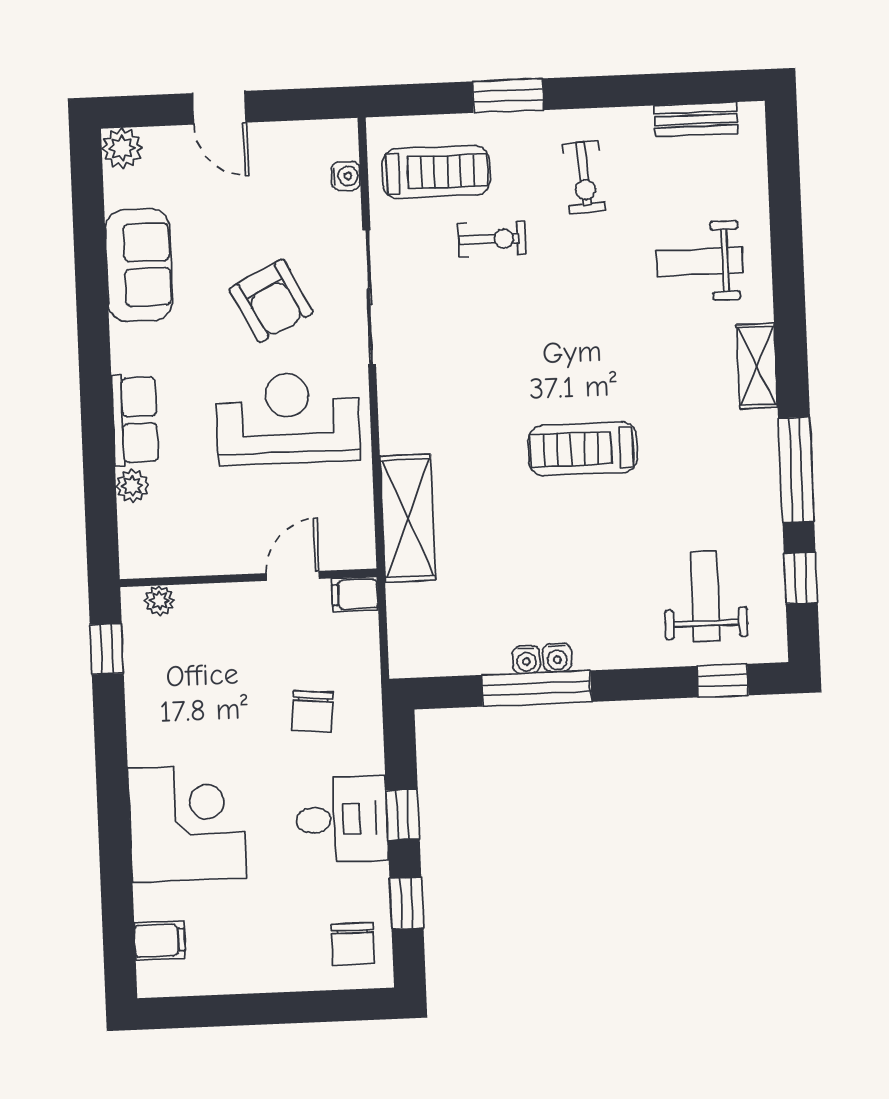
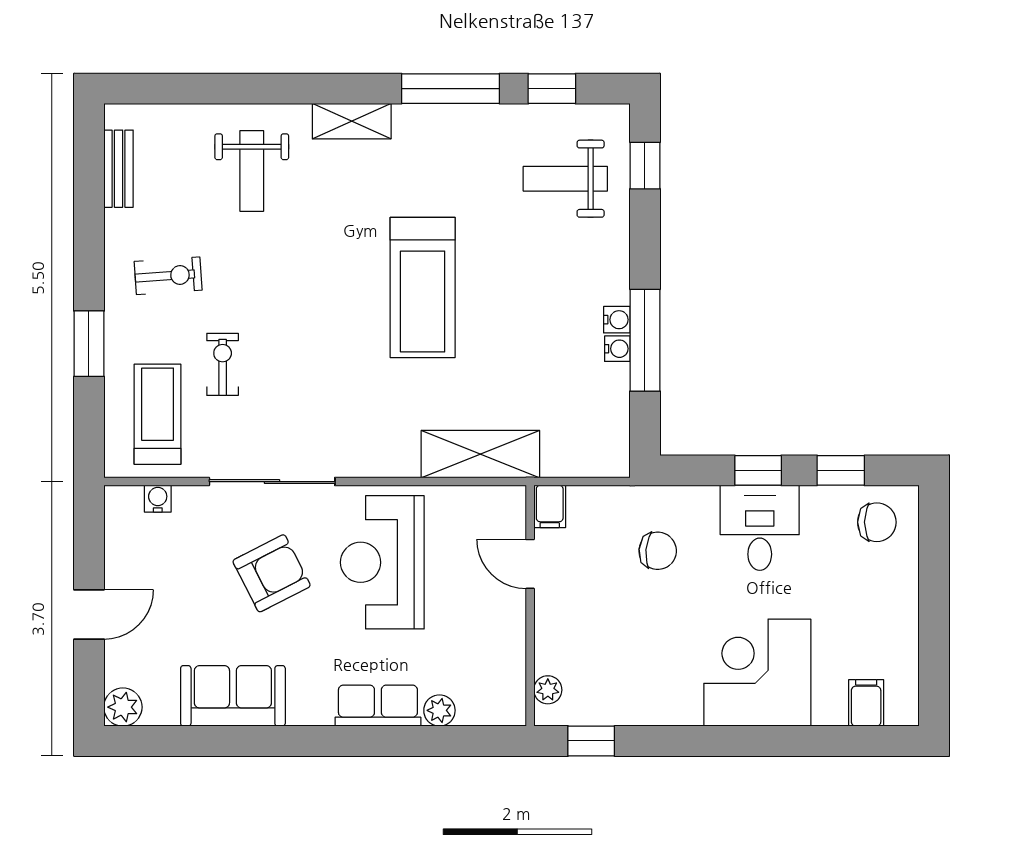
treadmill: (583, 449) -> (423, 288), width x1.37, depth x1.38

